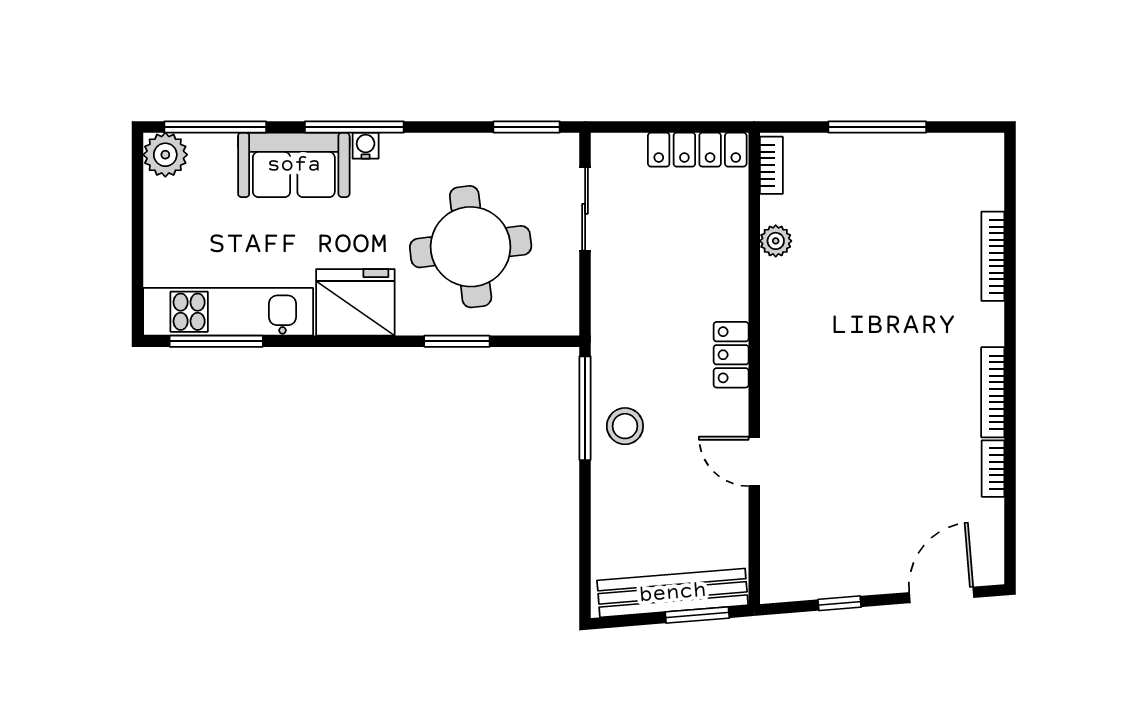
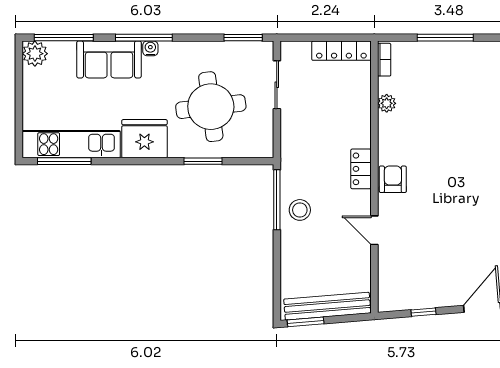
armchair: (786, 373) -> (393, 179), added
window: (697, 615) -> (306, 322), moved

